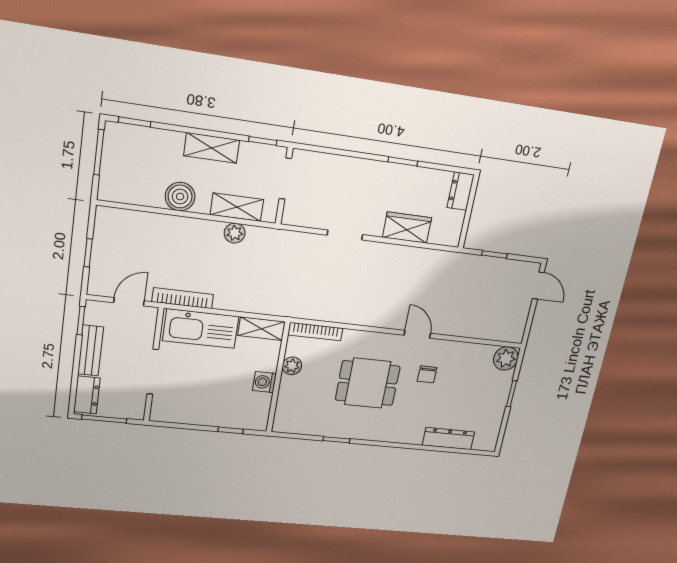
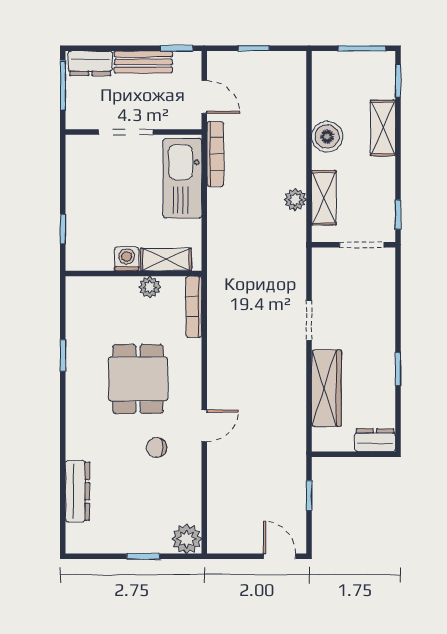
shelving: (212, 148) -> (383, 128), moved
wardrobe: (407, 228) -> (326, 388), width x1.50
door: (538, 285) -> (280, 556), swing flipped
shelving: (262, 329) -> (166, 260), moved, turned 90

